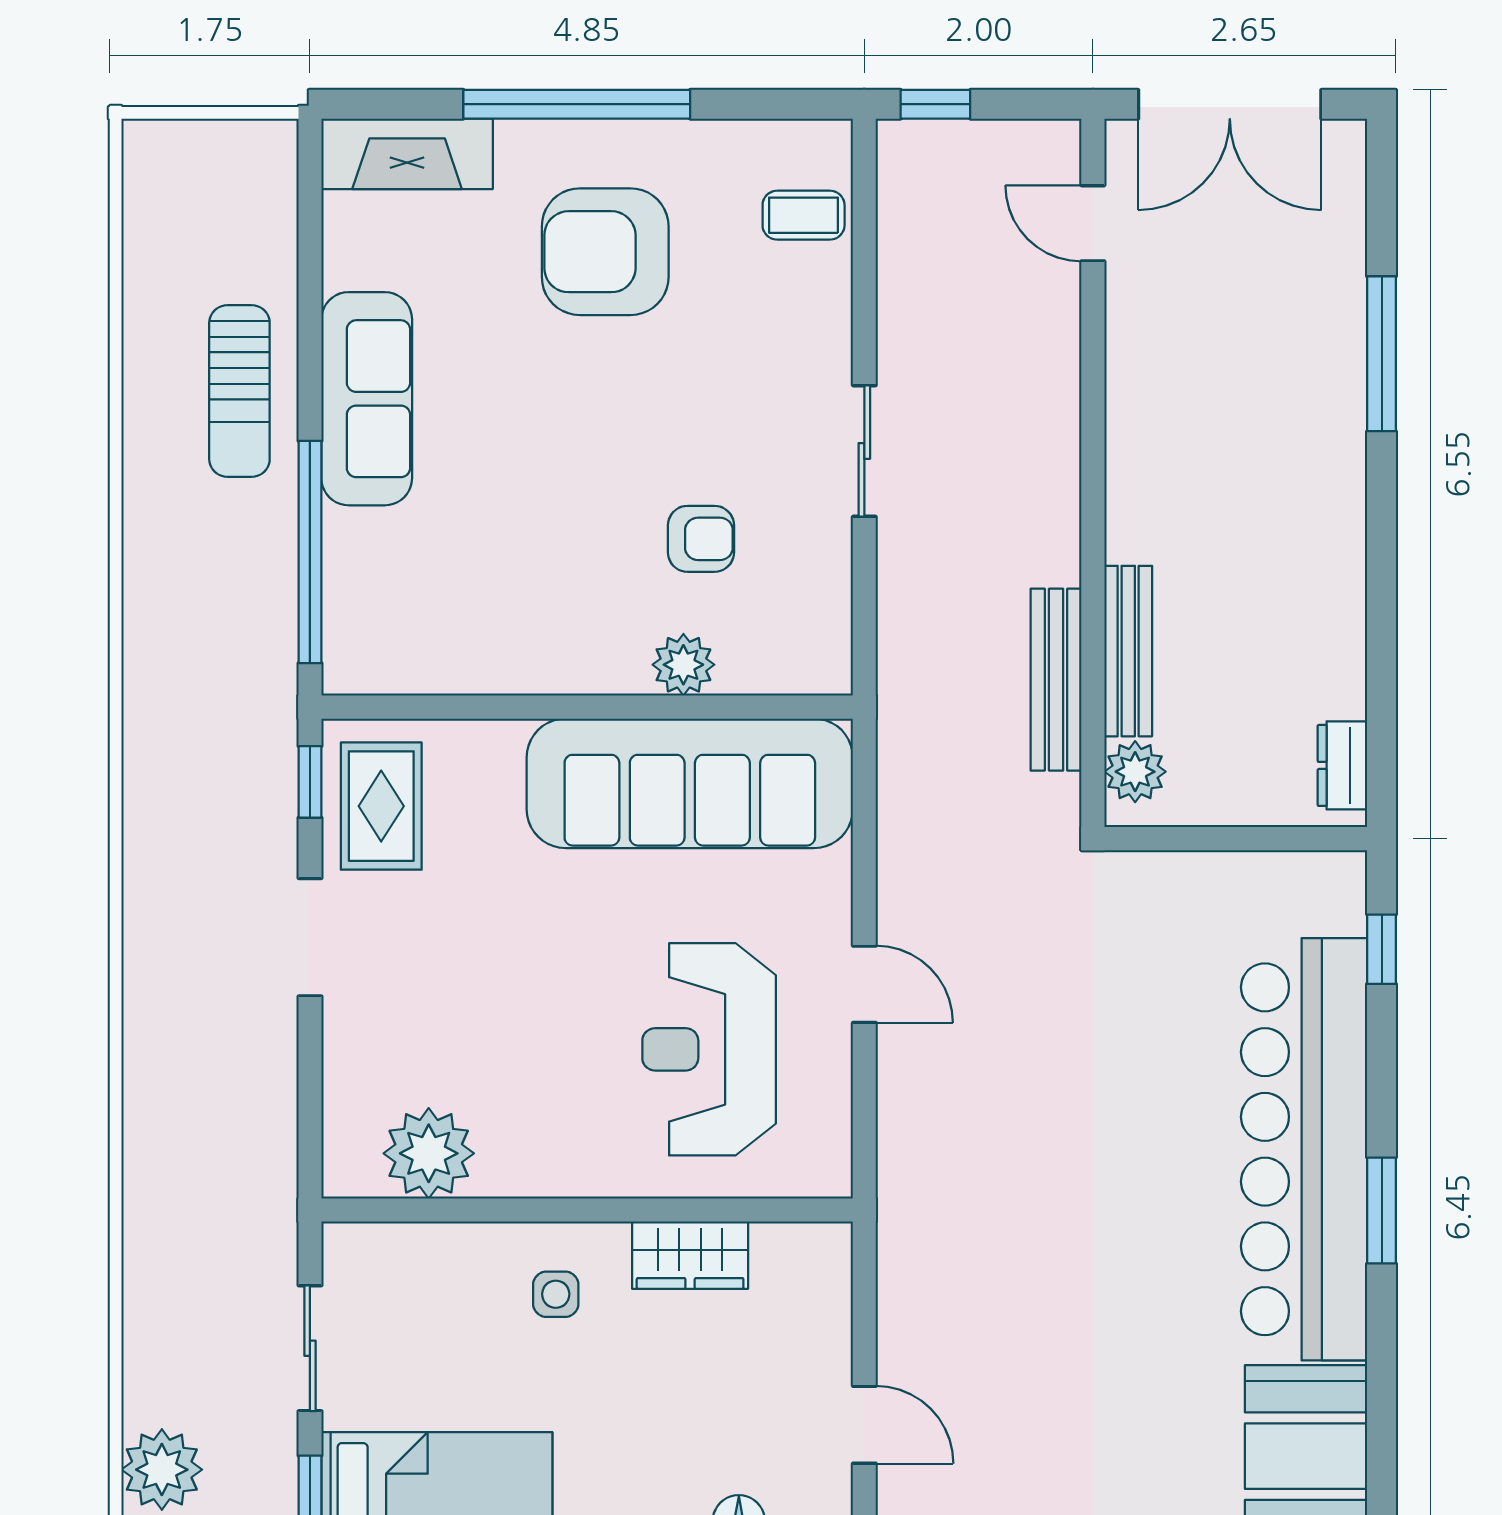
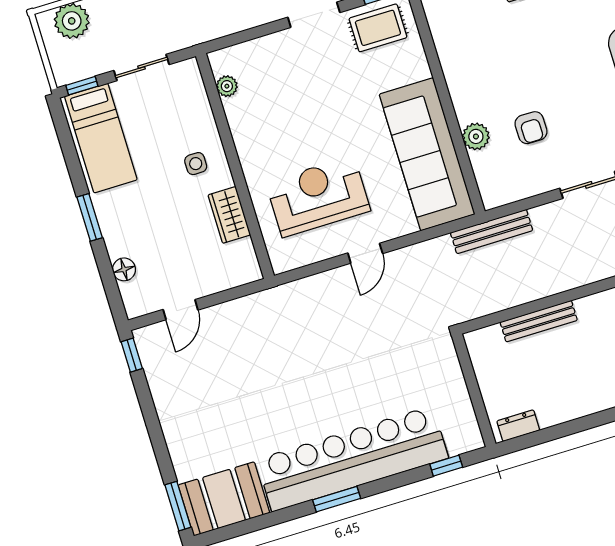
bench: (1056, 680) -> (492, 231), moved
plant: (1135, 772) -> (489, 339), removed
plant: (429, 1153) -> (227, 86), width x0.53, depth x0.53

